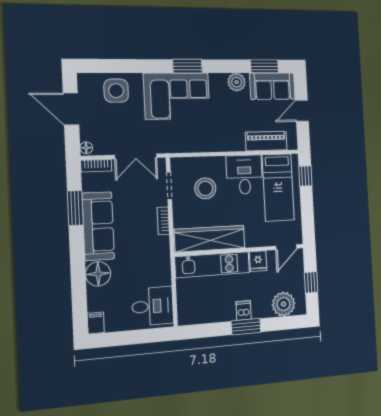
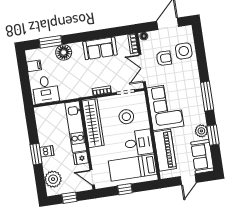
window: (187, 66) -> (207, 96), width x1.44
window: (264, 66) -> (213, 135), moved
corner sofa: (177, 96) -> (165, 107), moved, turned 180
door: (302, 111) -> (188, 180), swing flipped
armchair: (124, 122) -> (164, 58), added
piano: (266, 141) -> (165, 150), width x1.37, depth x1.33
window: (305, 176) -> (125, 189), moved
window: (75, 208) -> (51, 42), moved
sofa: (98, 226) -> (100, 48), width x0.73
filing cabinet: (96, 323) -> (34, 66), moved

